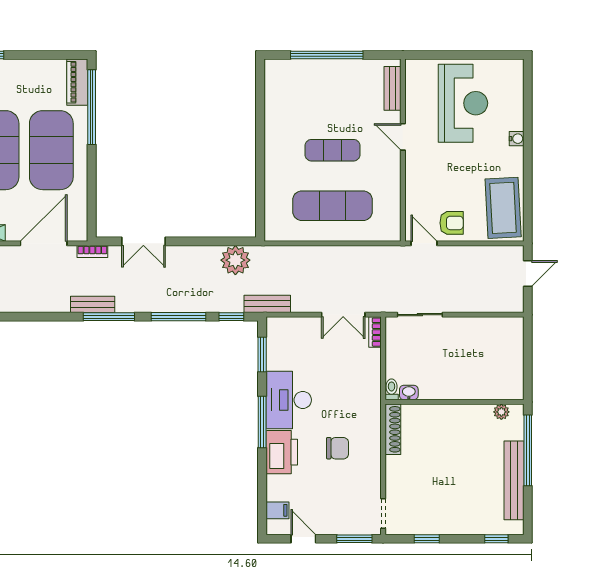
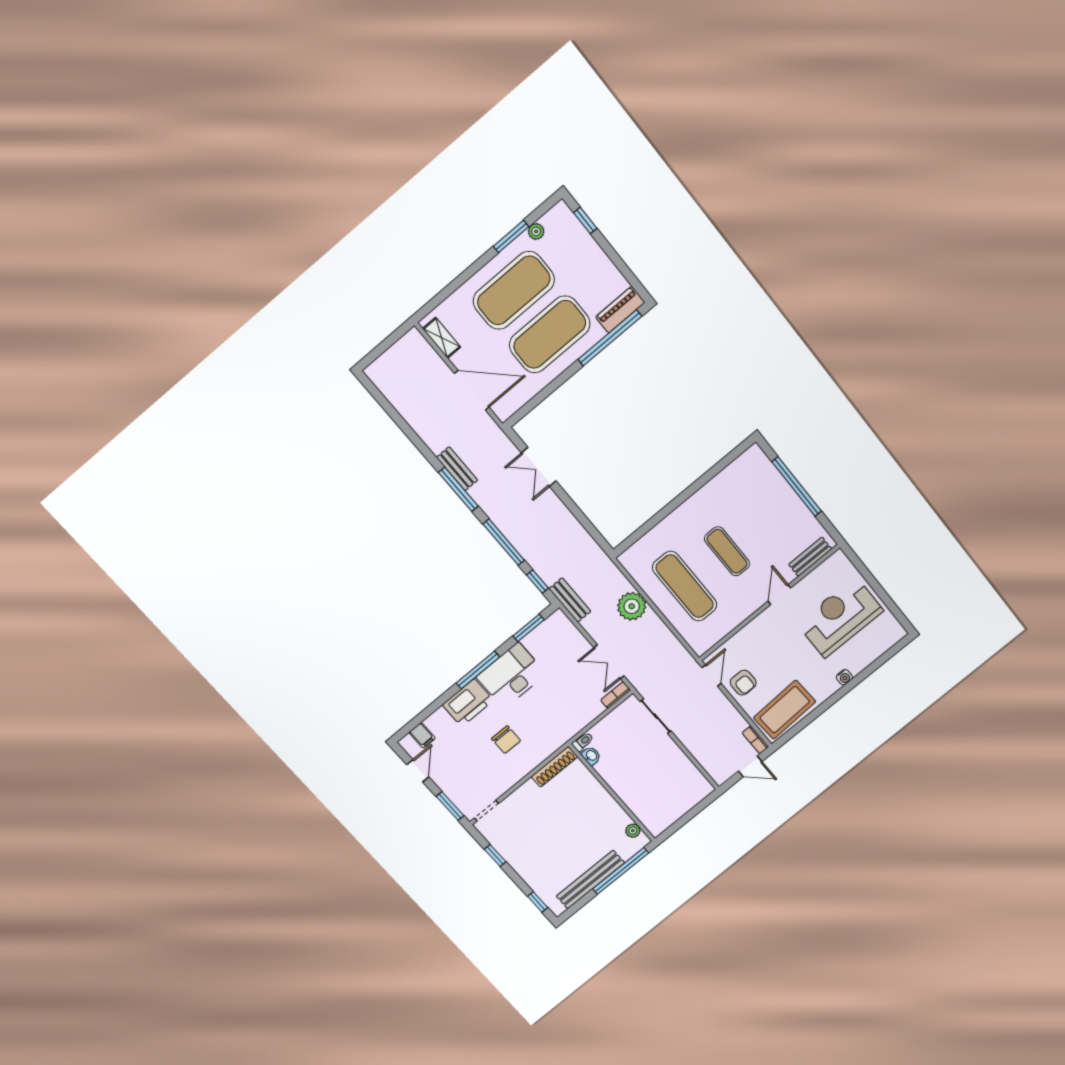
reception desk: (463, 103) -> (840, 617), turned 180
bookcase: (92, 251) -> (755, 740), moved
plant: (235, 260) -> (632, 606), moved

